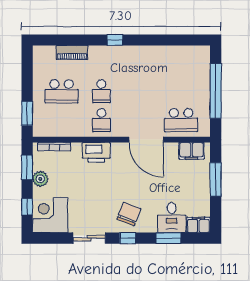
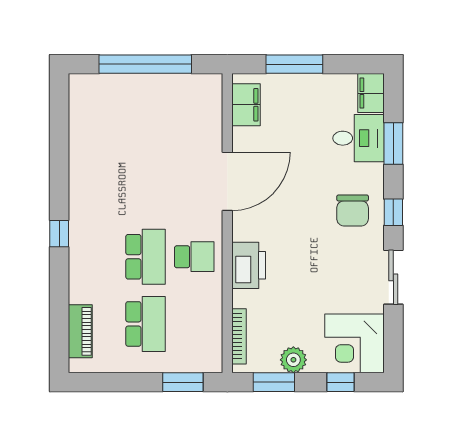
piano: (72, 53) -> (80, 331), moved
school desk: (101, 91) -> (146, 257), width x1.85
school desk: (181, 120) -> (194, 122), removed
chair: (129, 214) -> (353, 211), turned -111

